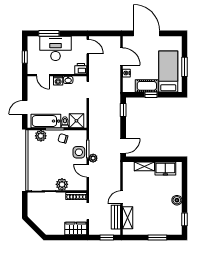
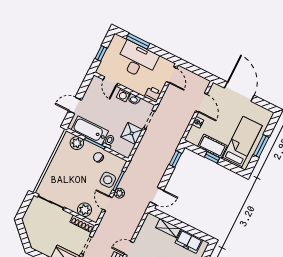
shower: (76, 121) -> (132, 133), moved
plant: (62, 184) -> (85, 210), moved

